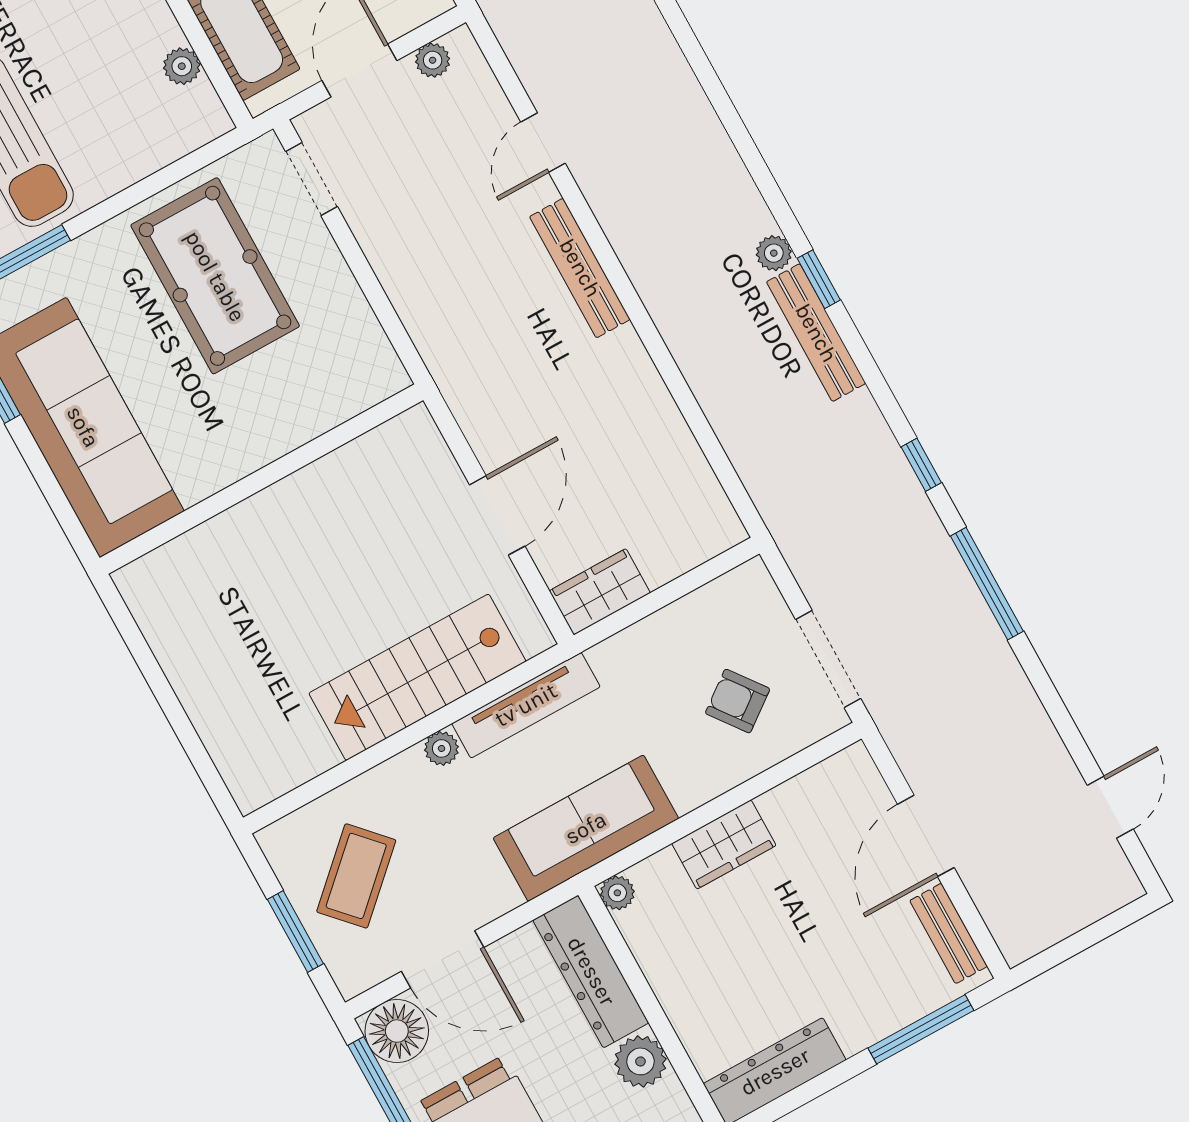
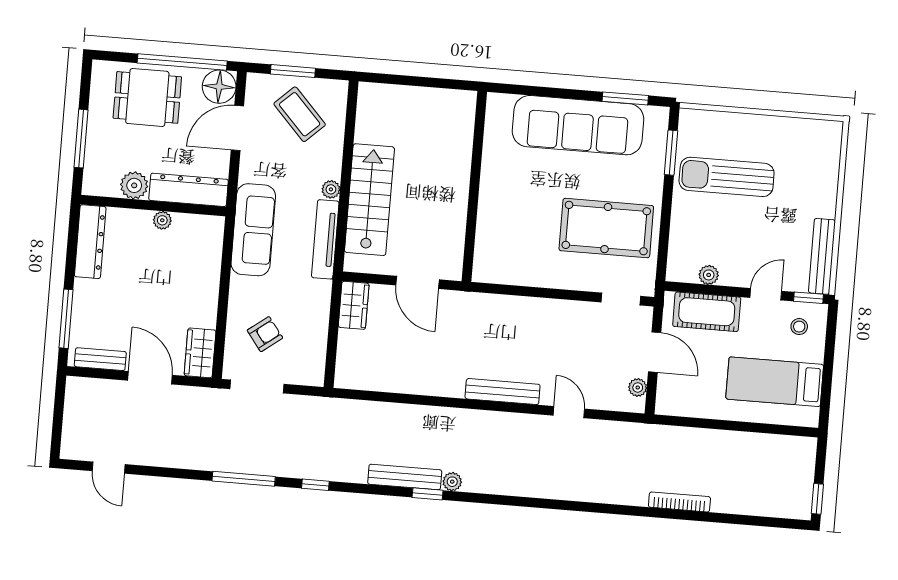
wall: (261, 479) -> (474, 187), moved
wardrobe: (724, 844) -> (200, 353), moved
plant: (617, 893) -> (162, 220), moved

